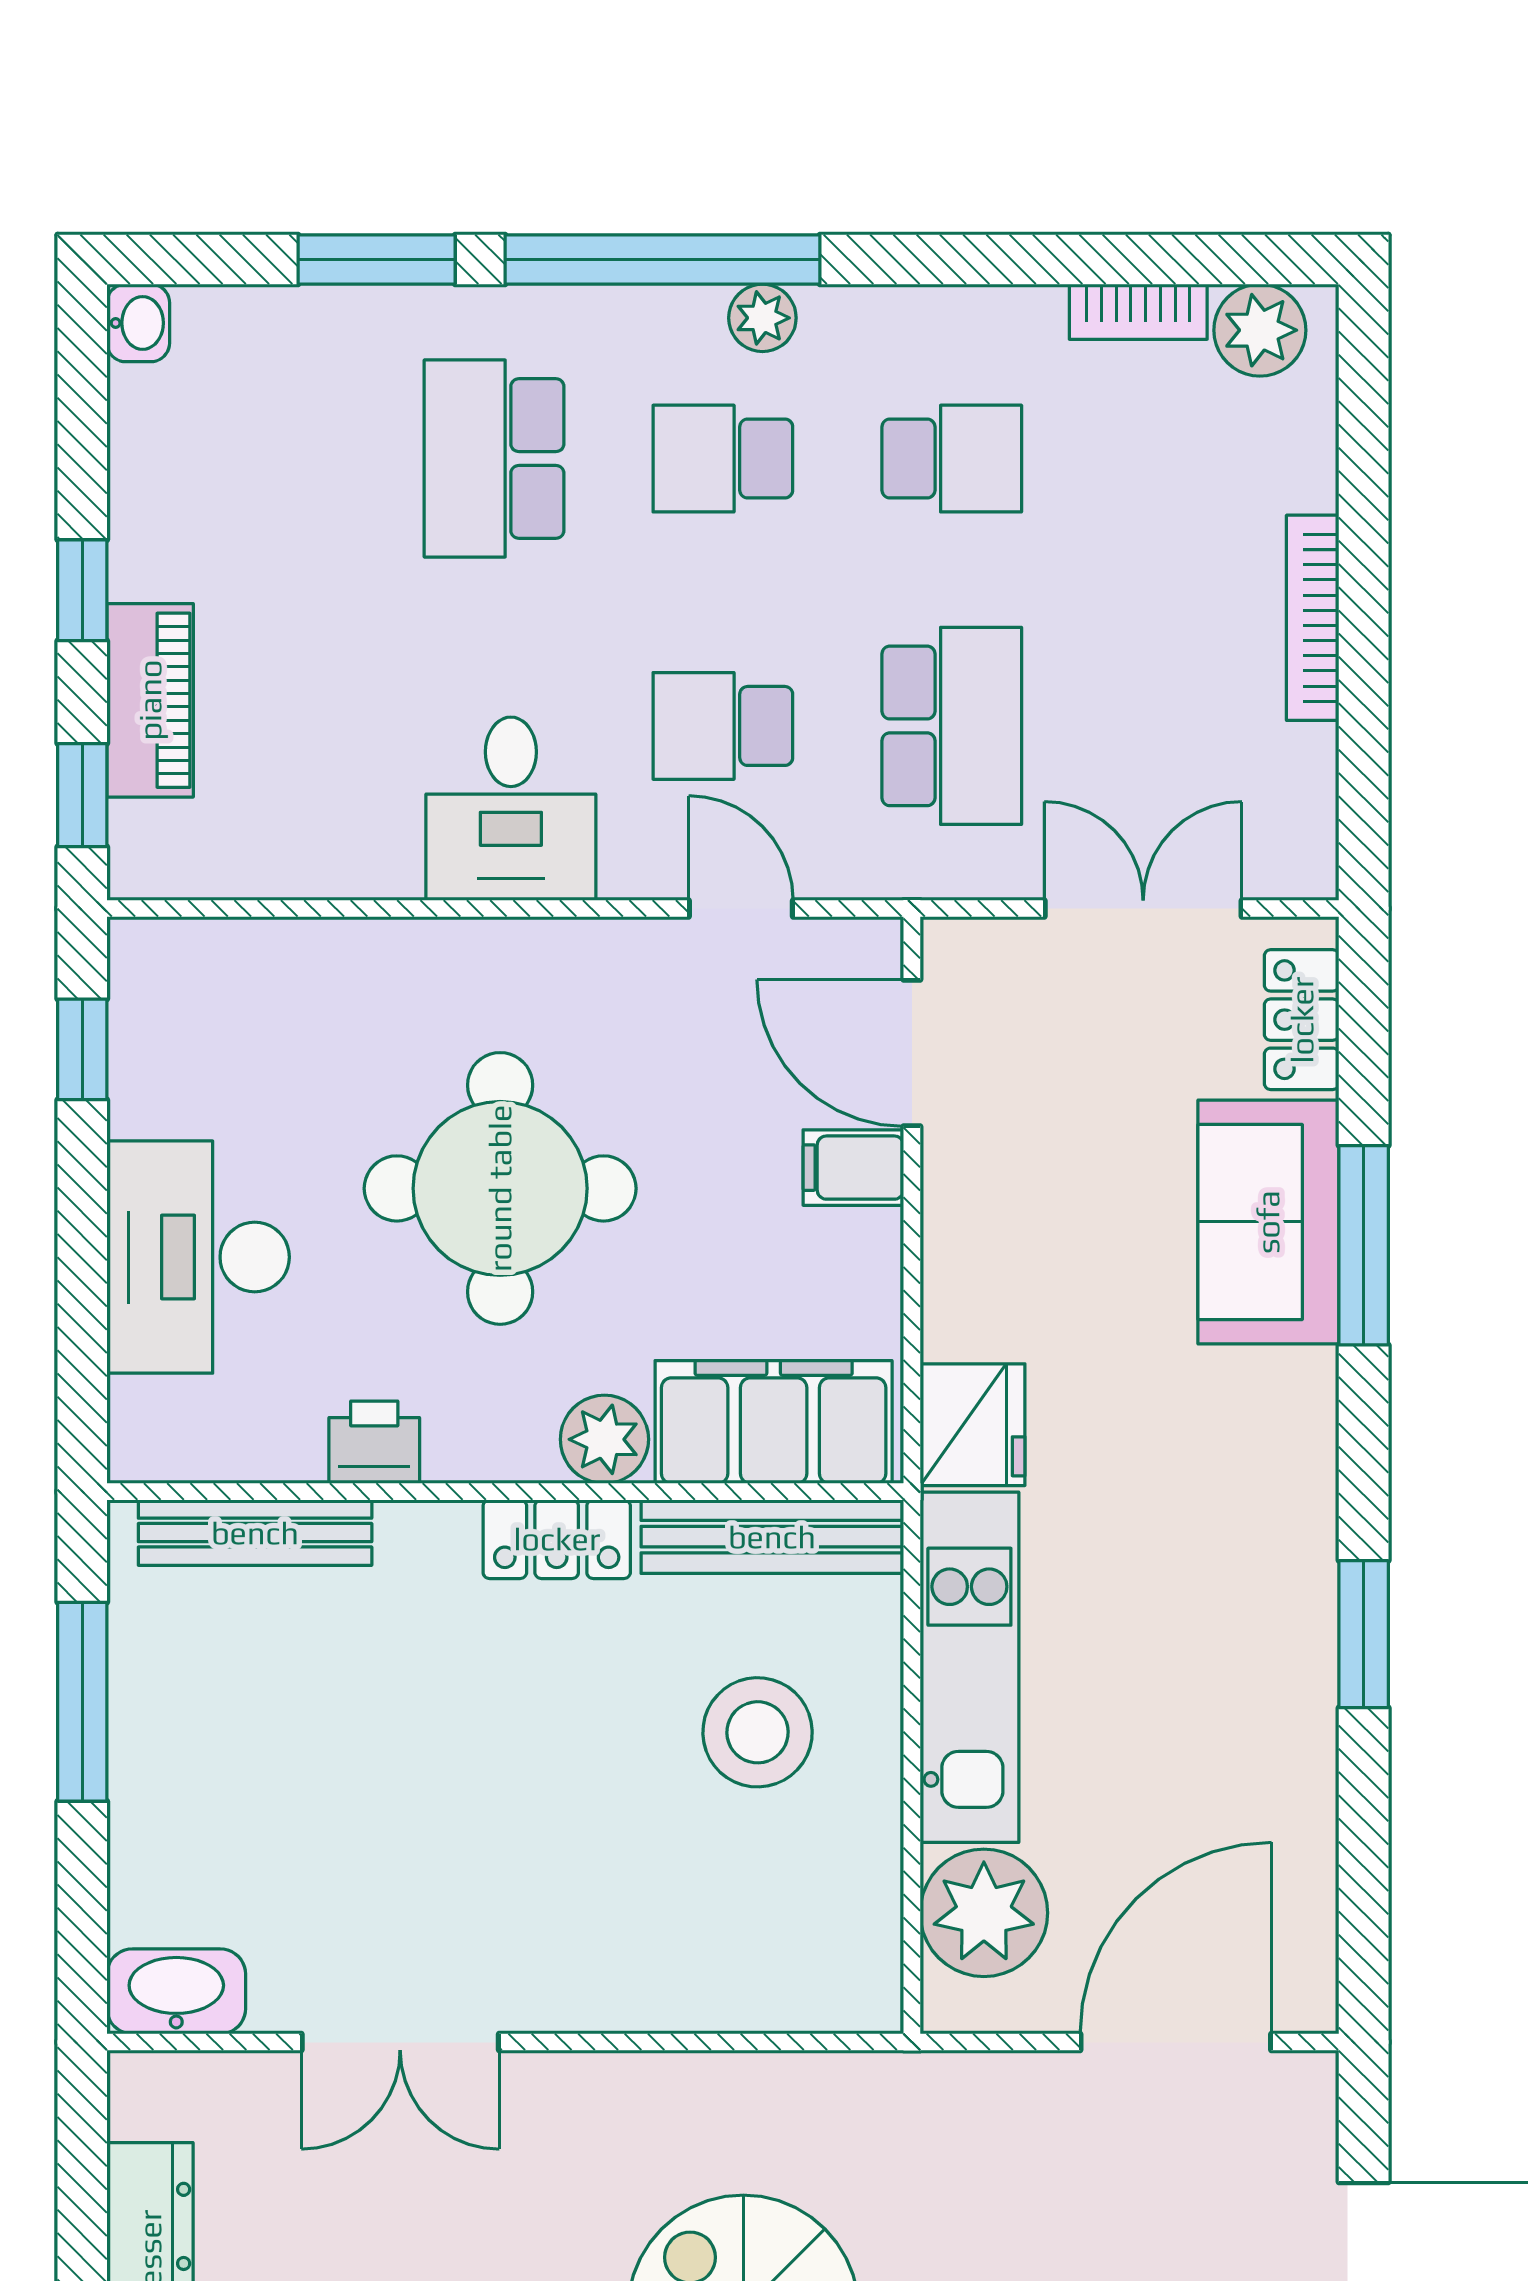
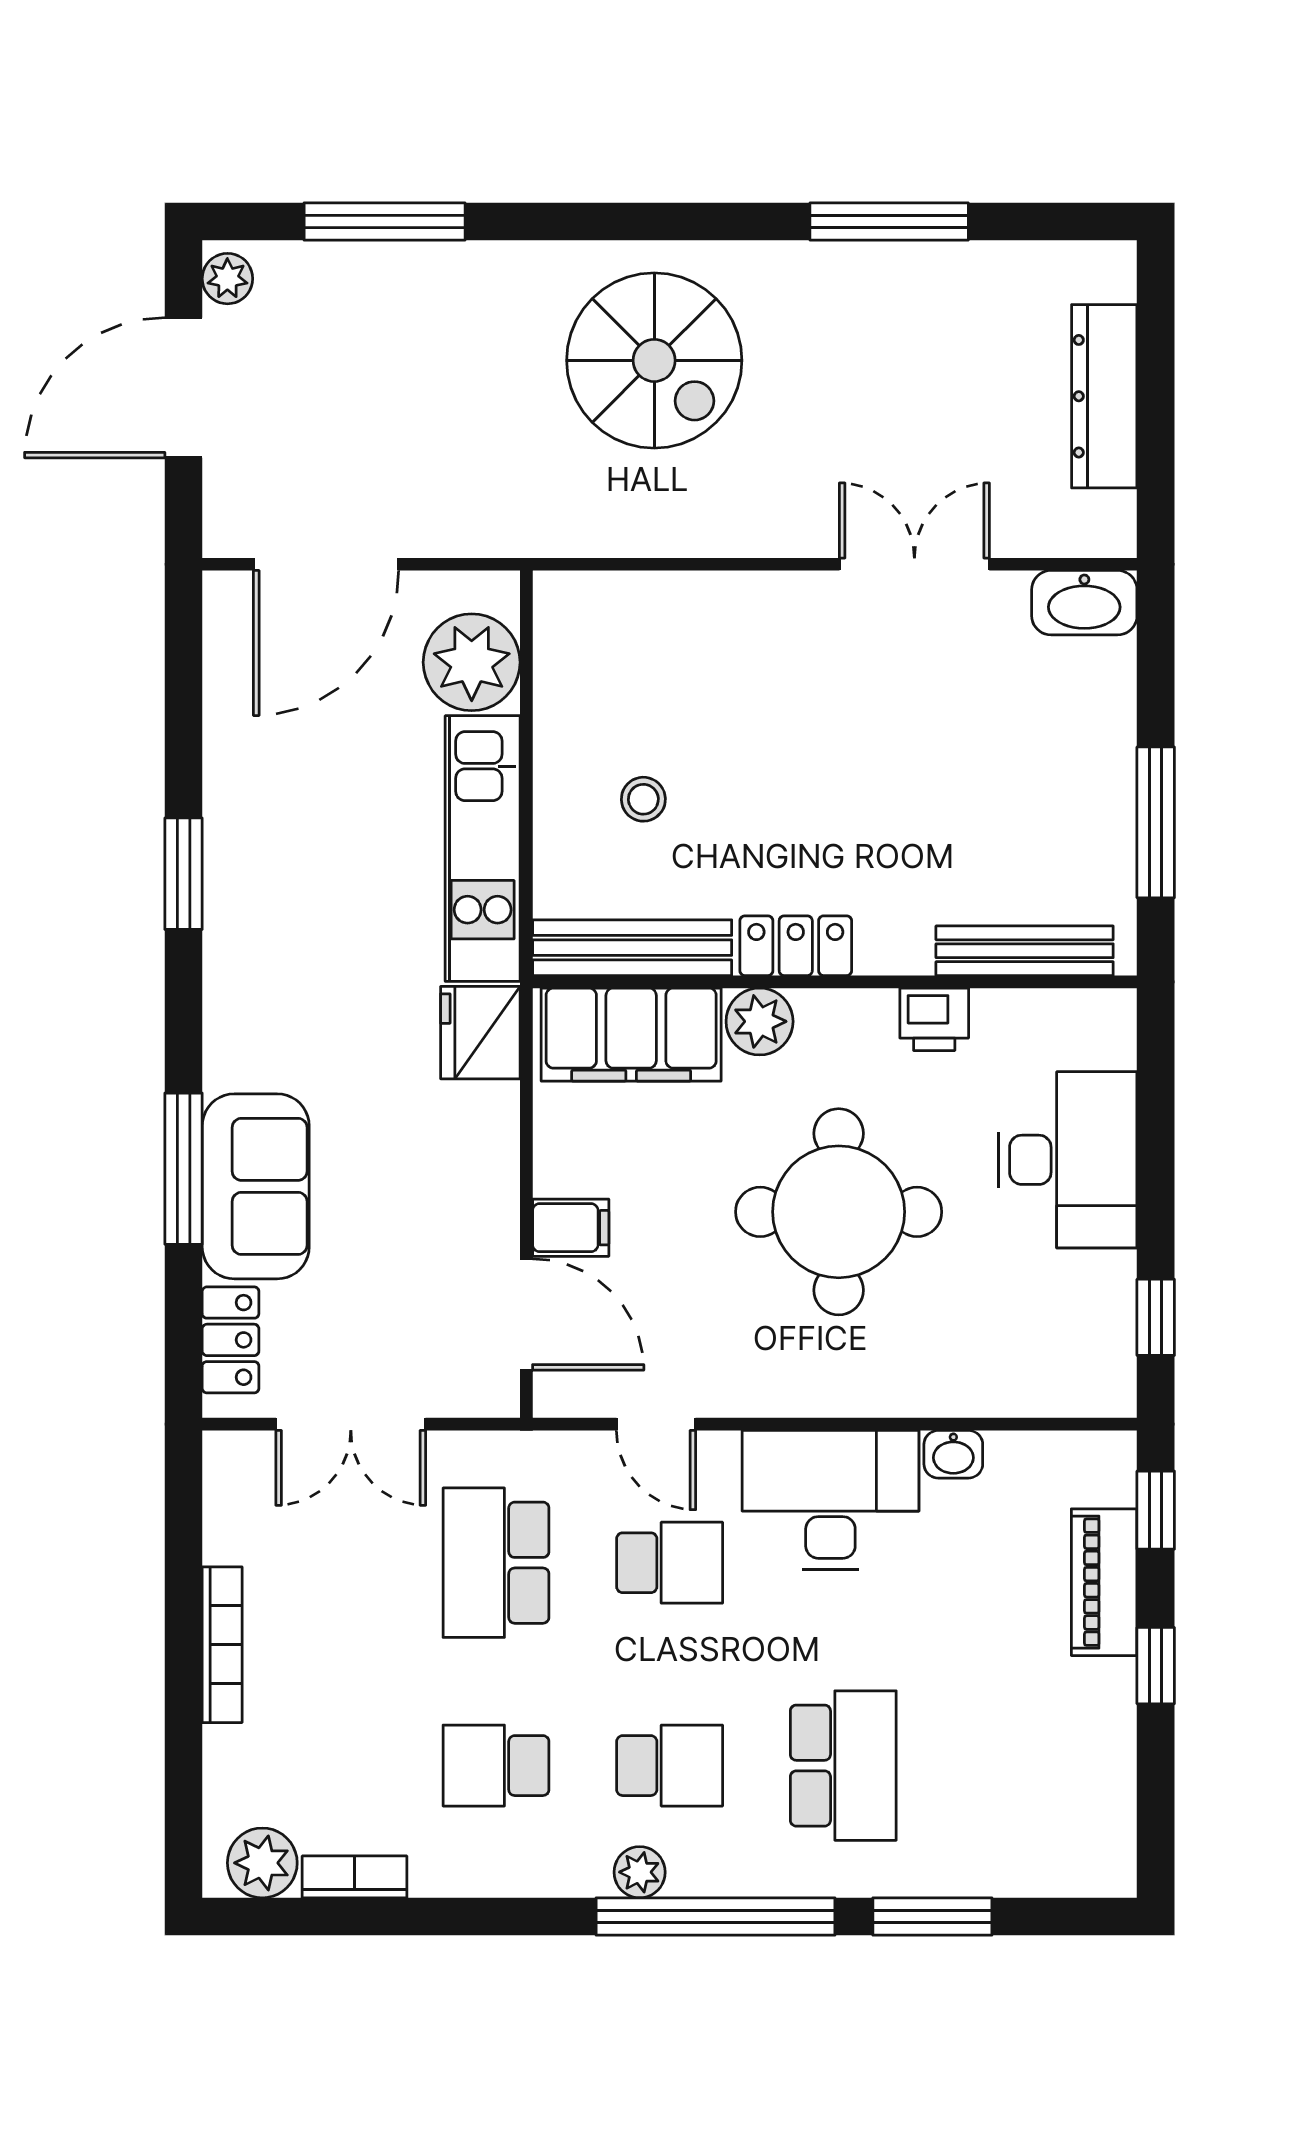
washbasin: (138, 323) -> (953, 1454), moved, turned -90
desk: (511, 809) -> (830, 1500), width x1.37
stool: (758, 1732) -> (643, 799), width x0.53, depth x0.53

